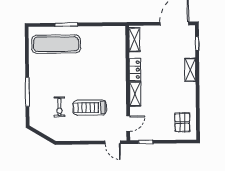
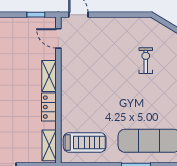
treadmill: (90, 108) -> (85, 142), moved
door: (128, 124) -> (58, 38), hinge flipped

